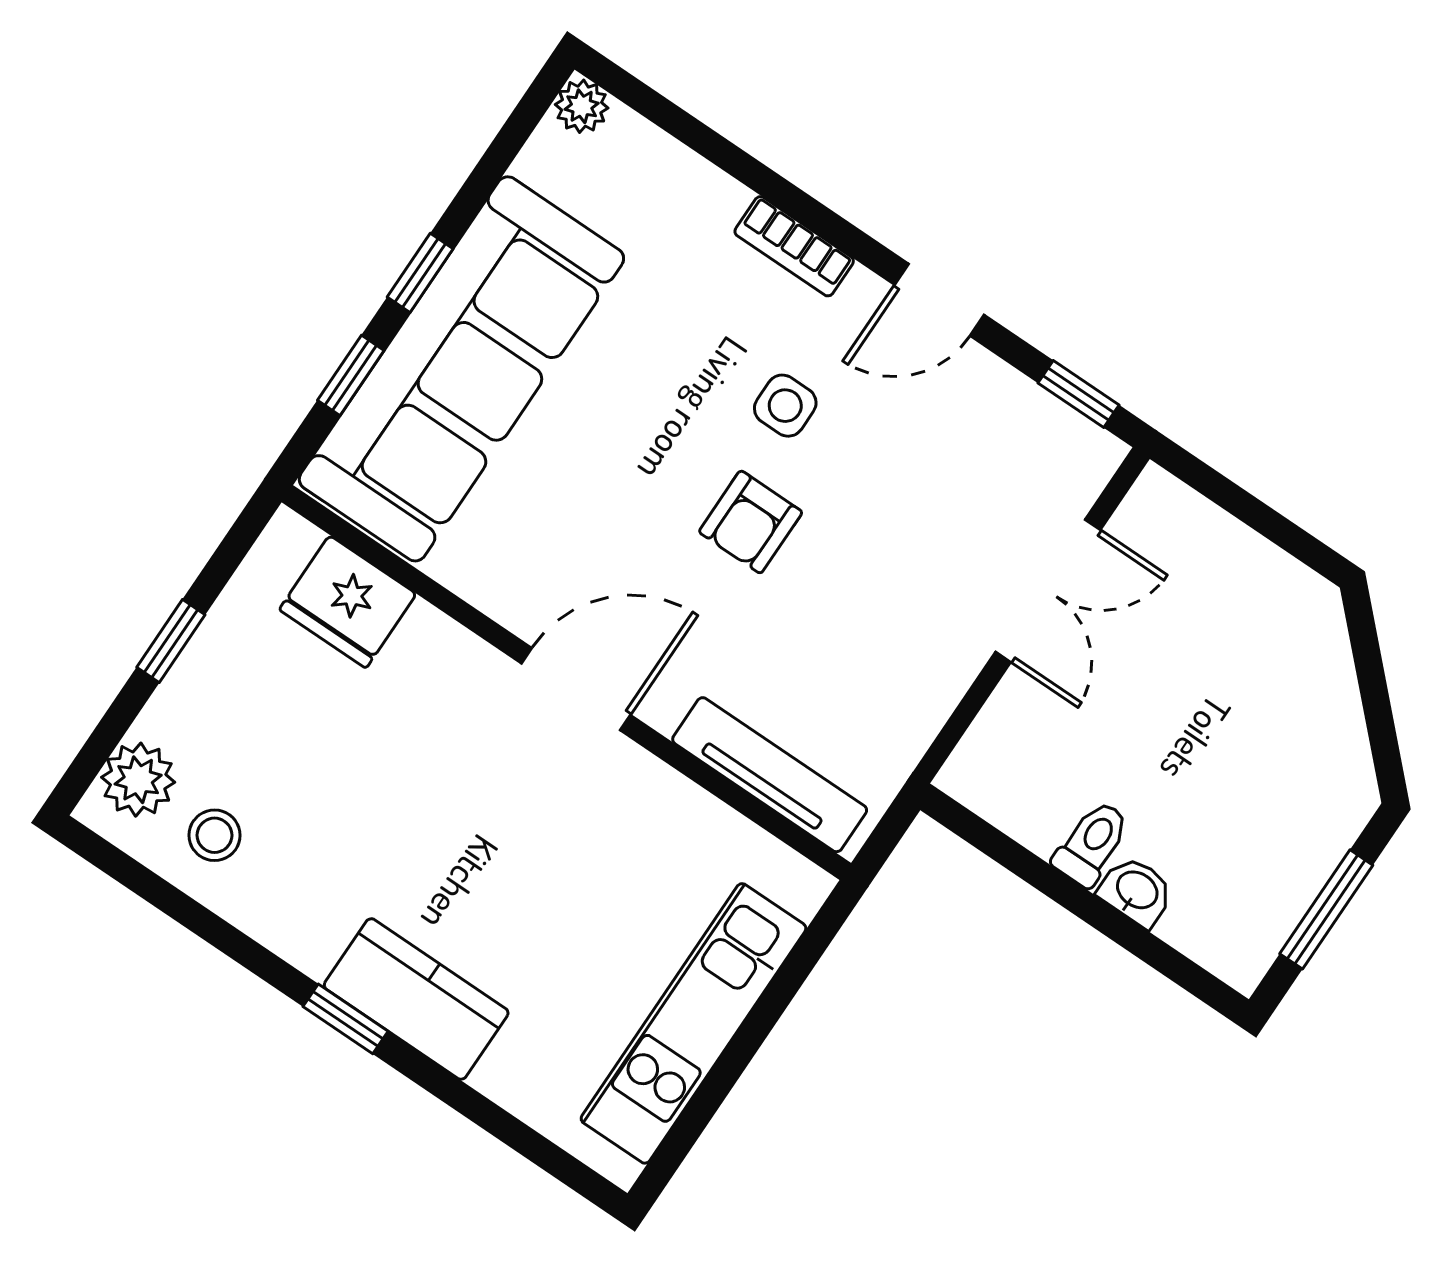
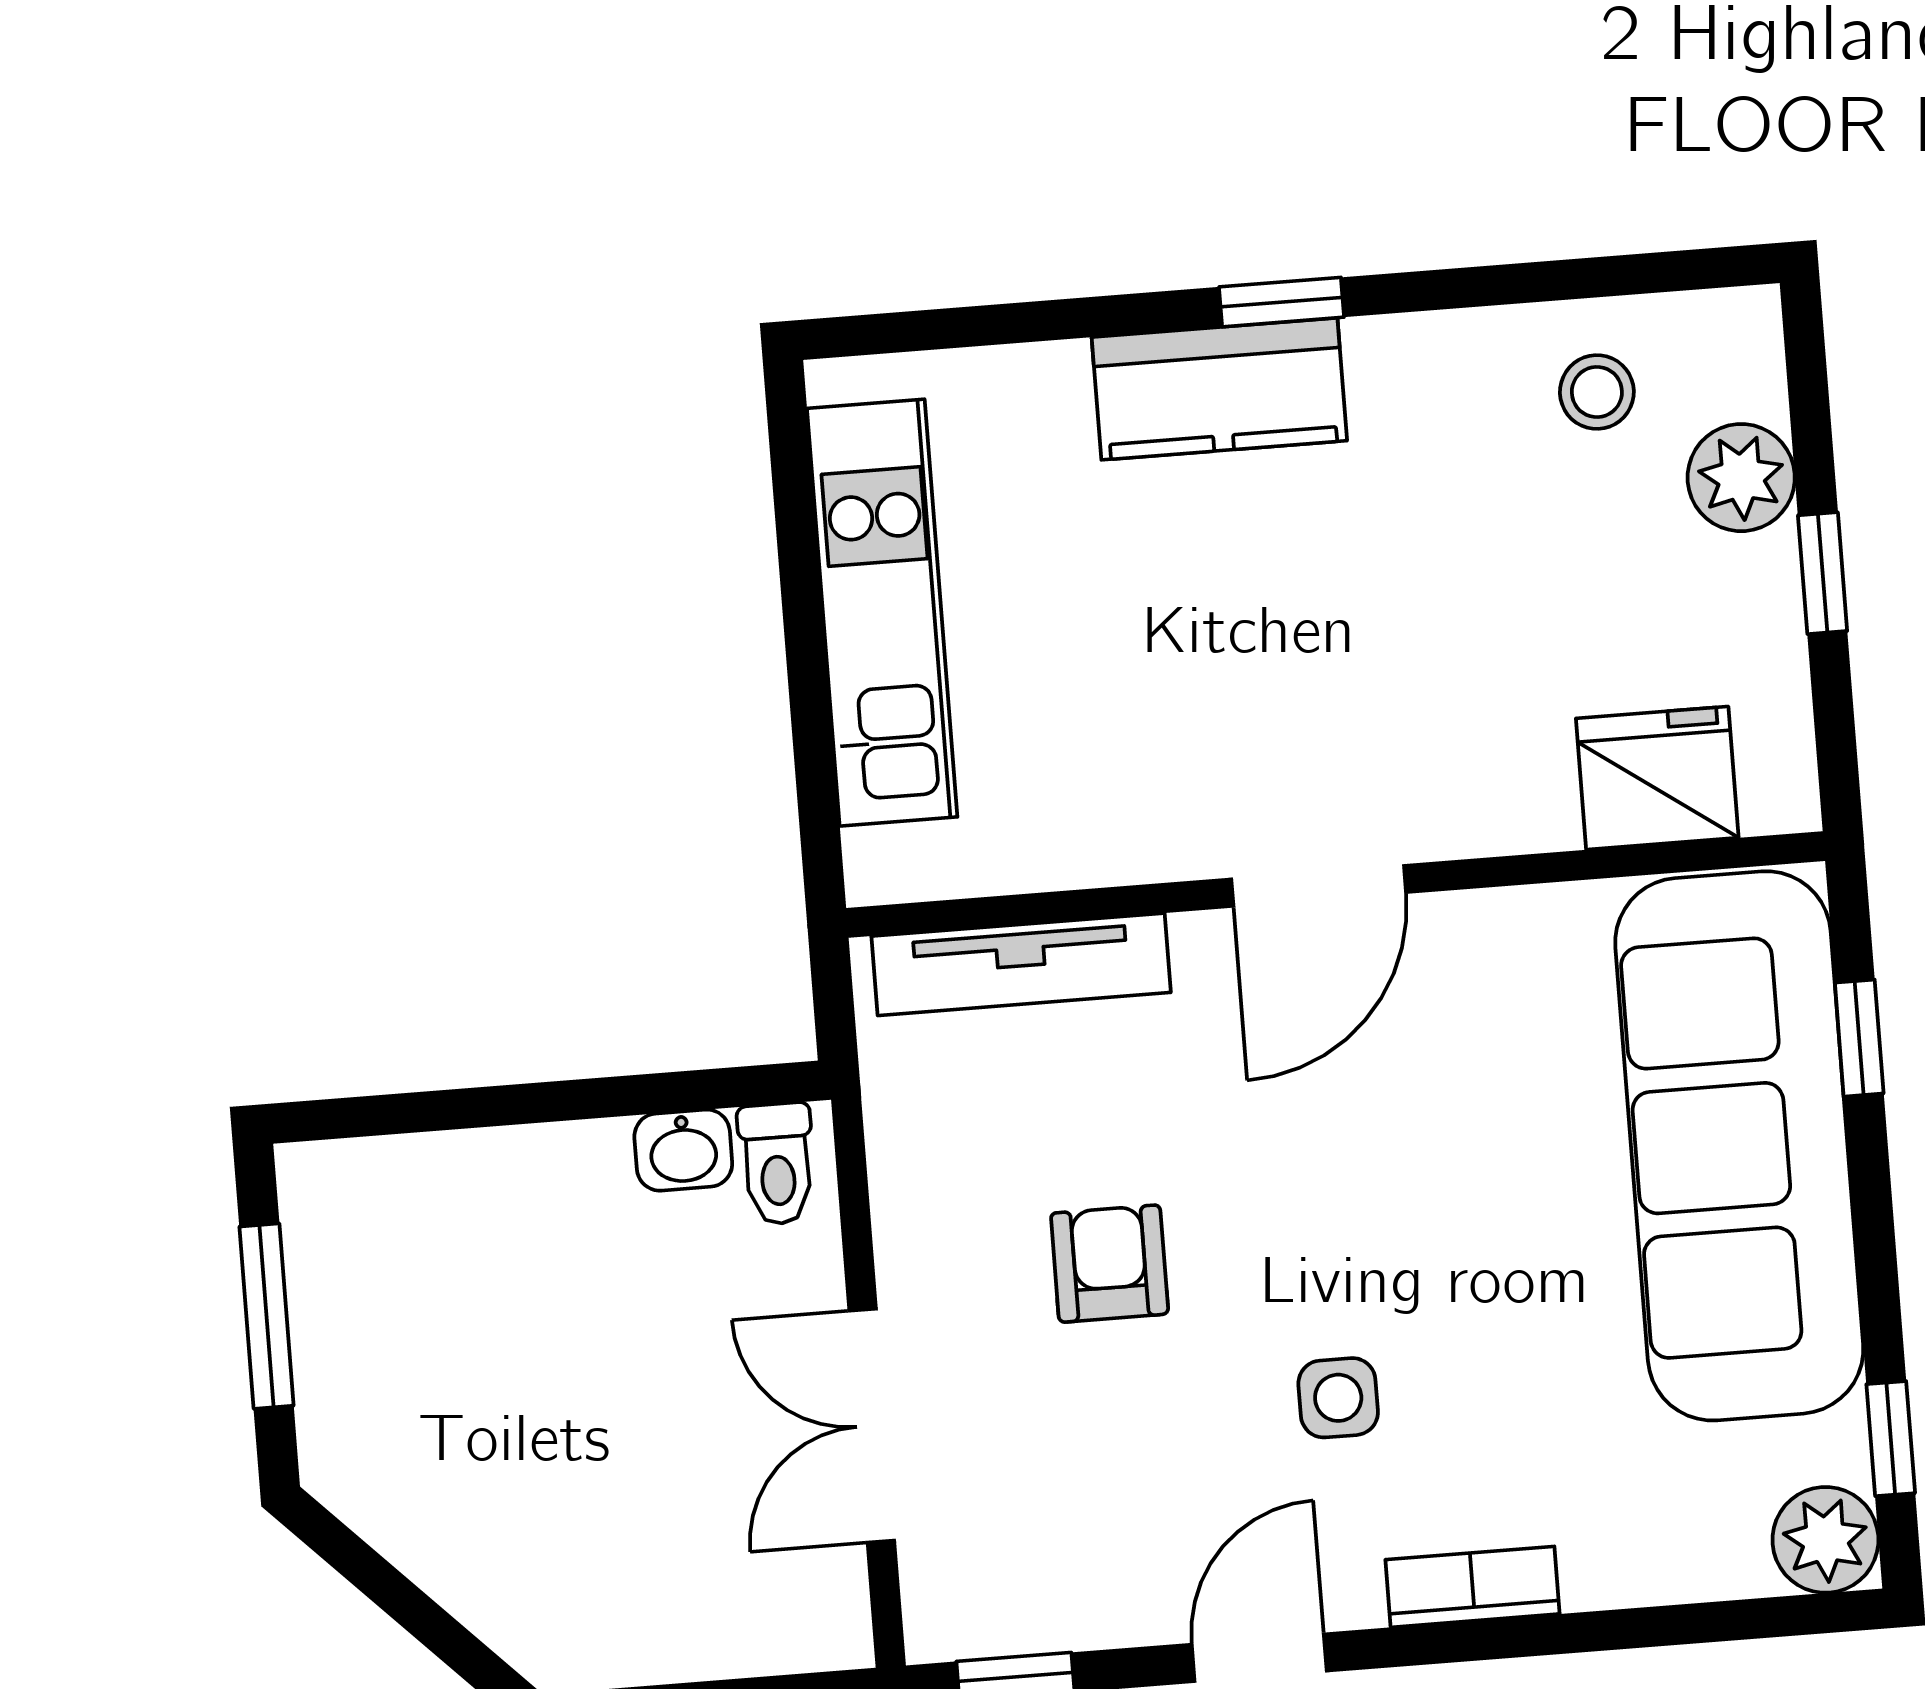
plant: (582, 106) -> (1825, 1540), width x1.38, depth x1.38
window: (420, 273) -> (1891, 1439), moved
armchair: (751, 522) -> (1110, 1264), moved
plant: (138, 780) -> (1741, 478), moved
toilet: (1092, 843) -> (777, 1164), moved
washbasin: (1136, 891) -> (683, 1150), moved

